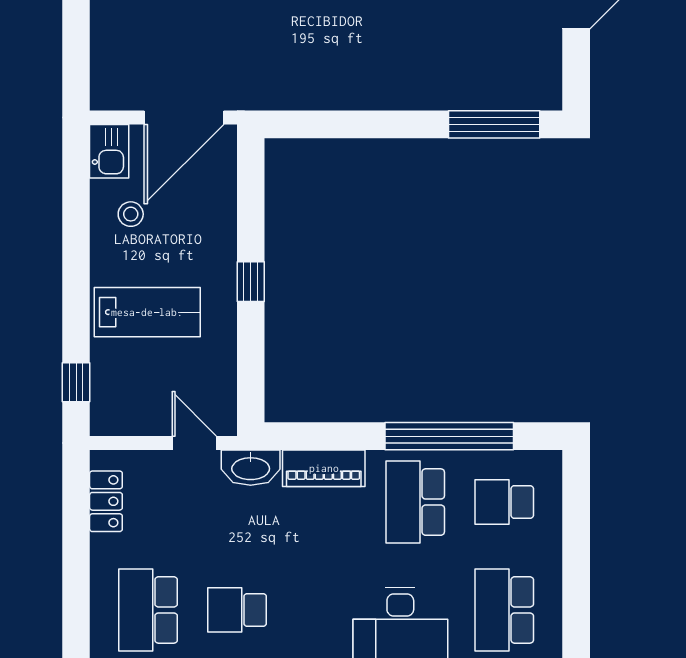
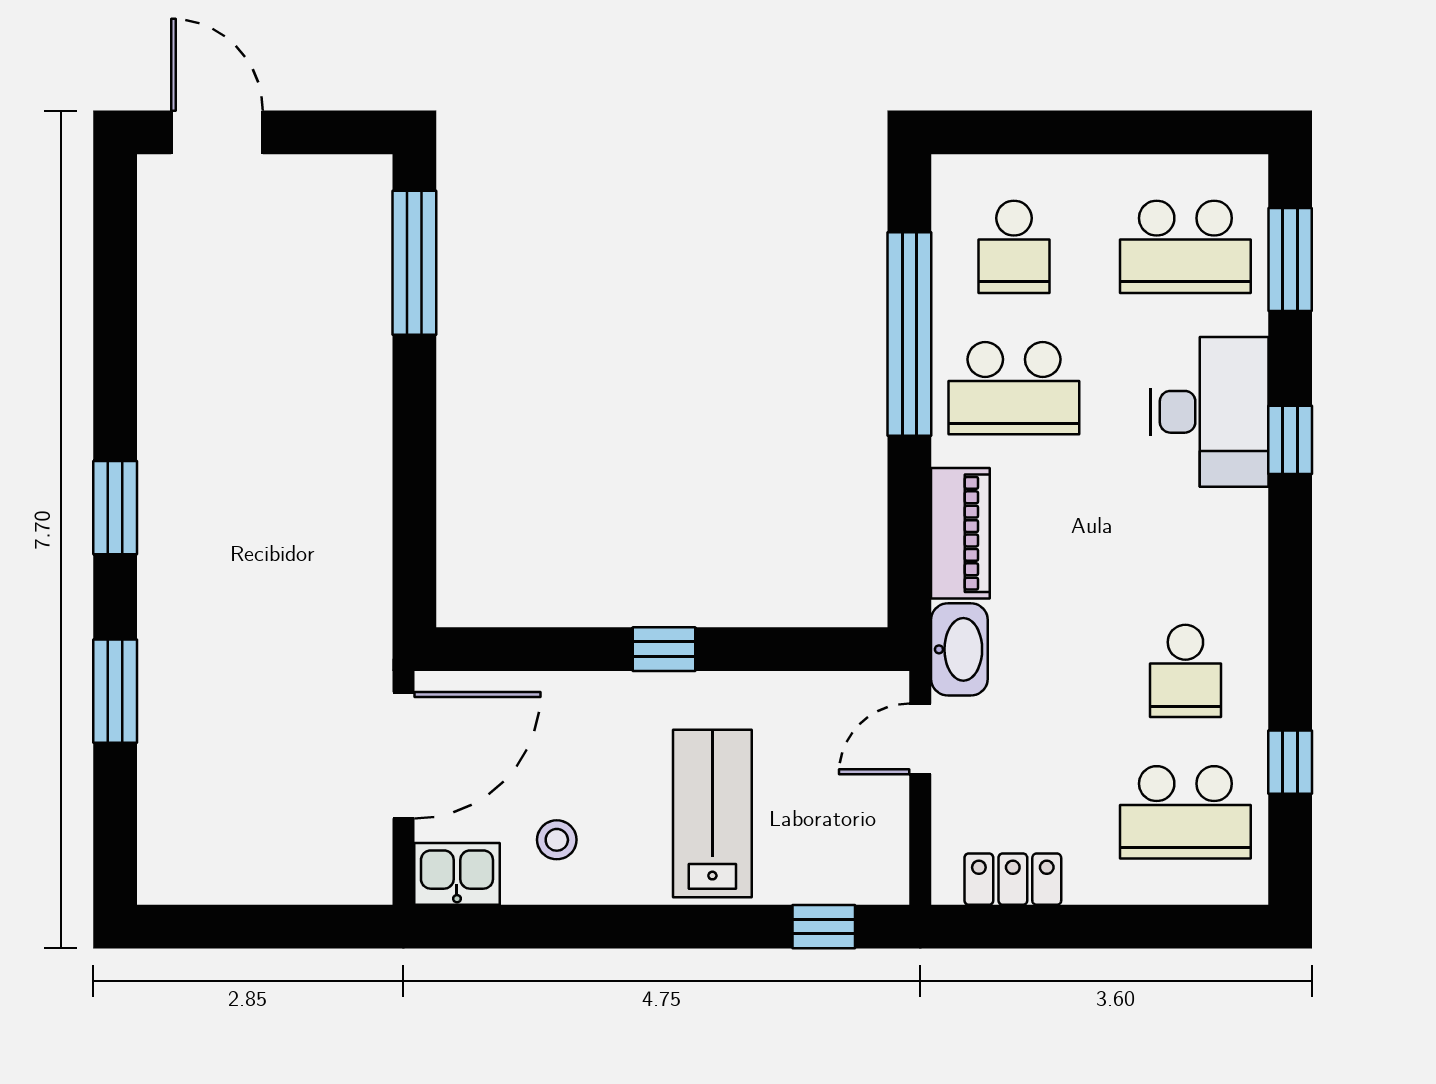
door: (184, 118) -> (403, 755), hinge flipped

